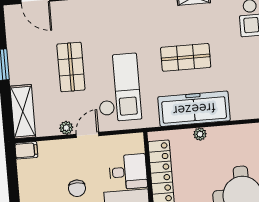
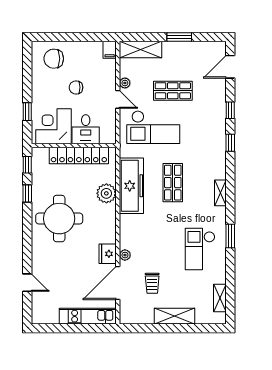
plant: (200, 134) -> (106, 193), width x1.88, depth x1.88

